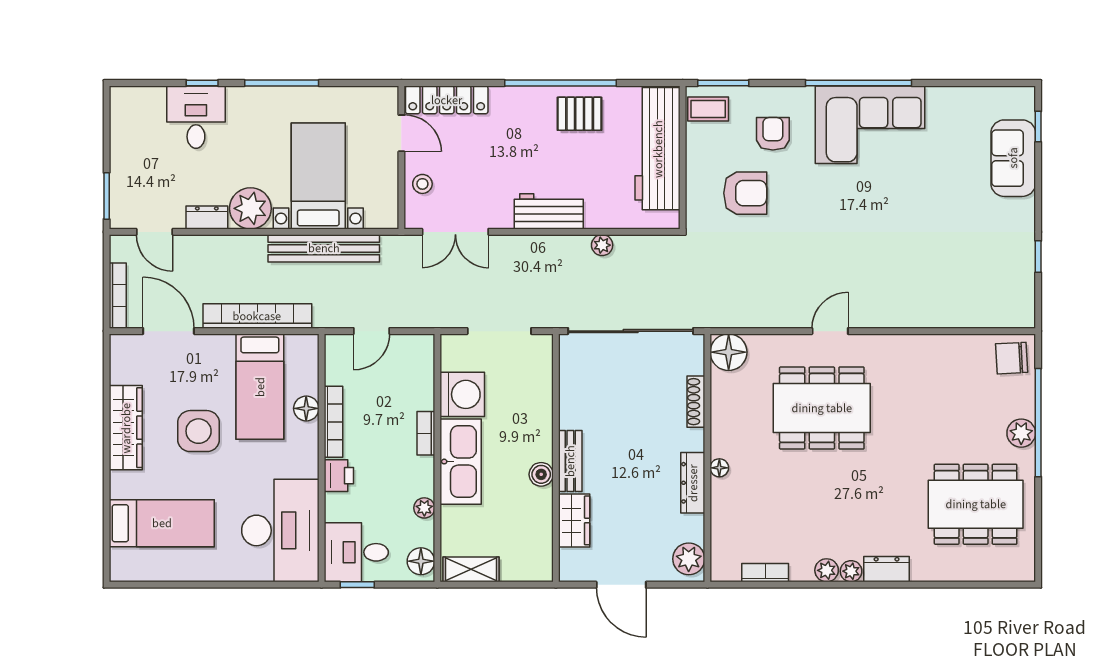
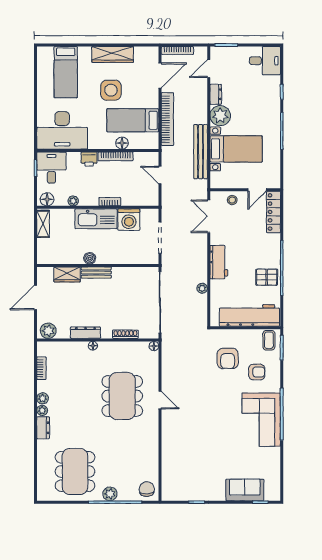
pallet: (580, 114) -> (267, 277), turned 90
desk: (196, 117) -> (265, 61), moved
floor lamp: (729, 352) -> (154, 346), width x0.53, depth x0.53

